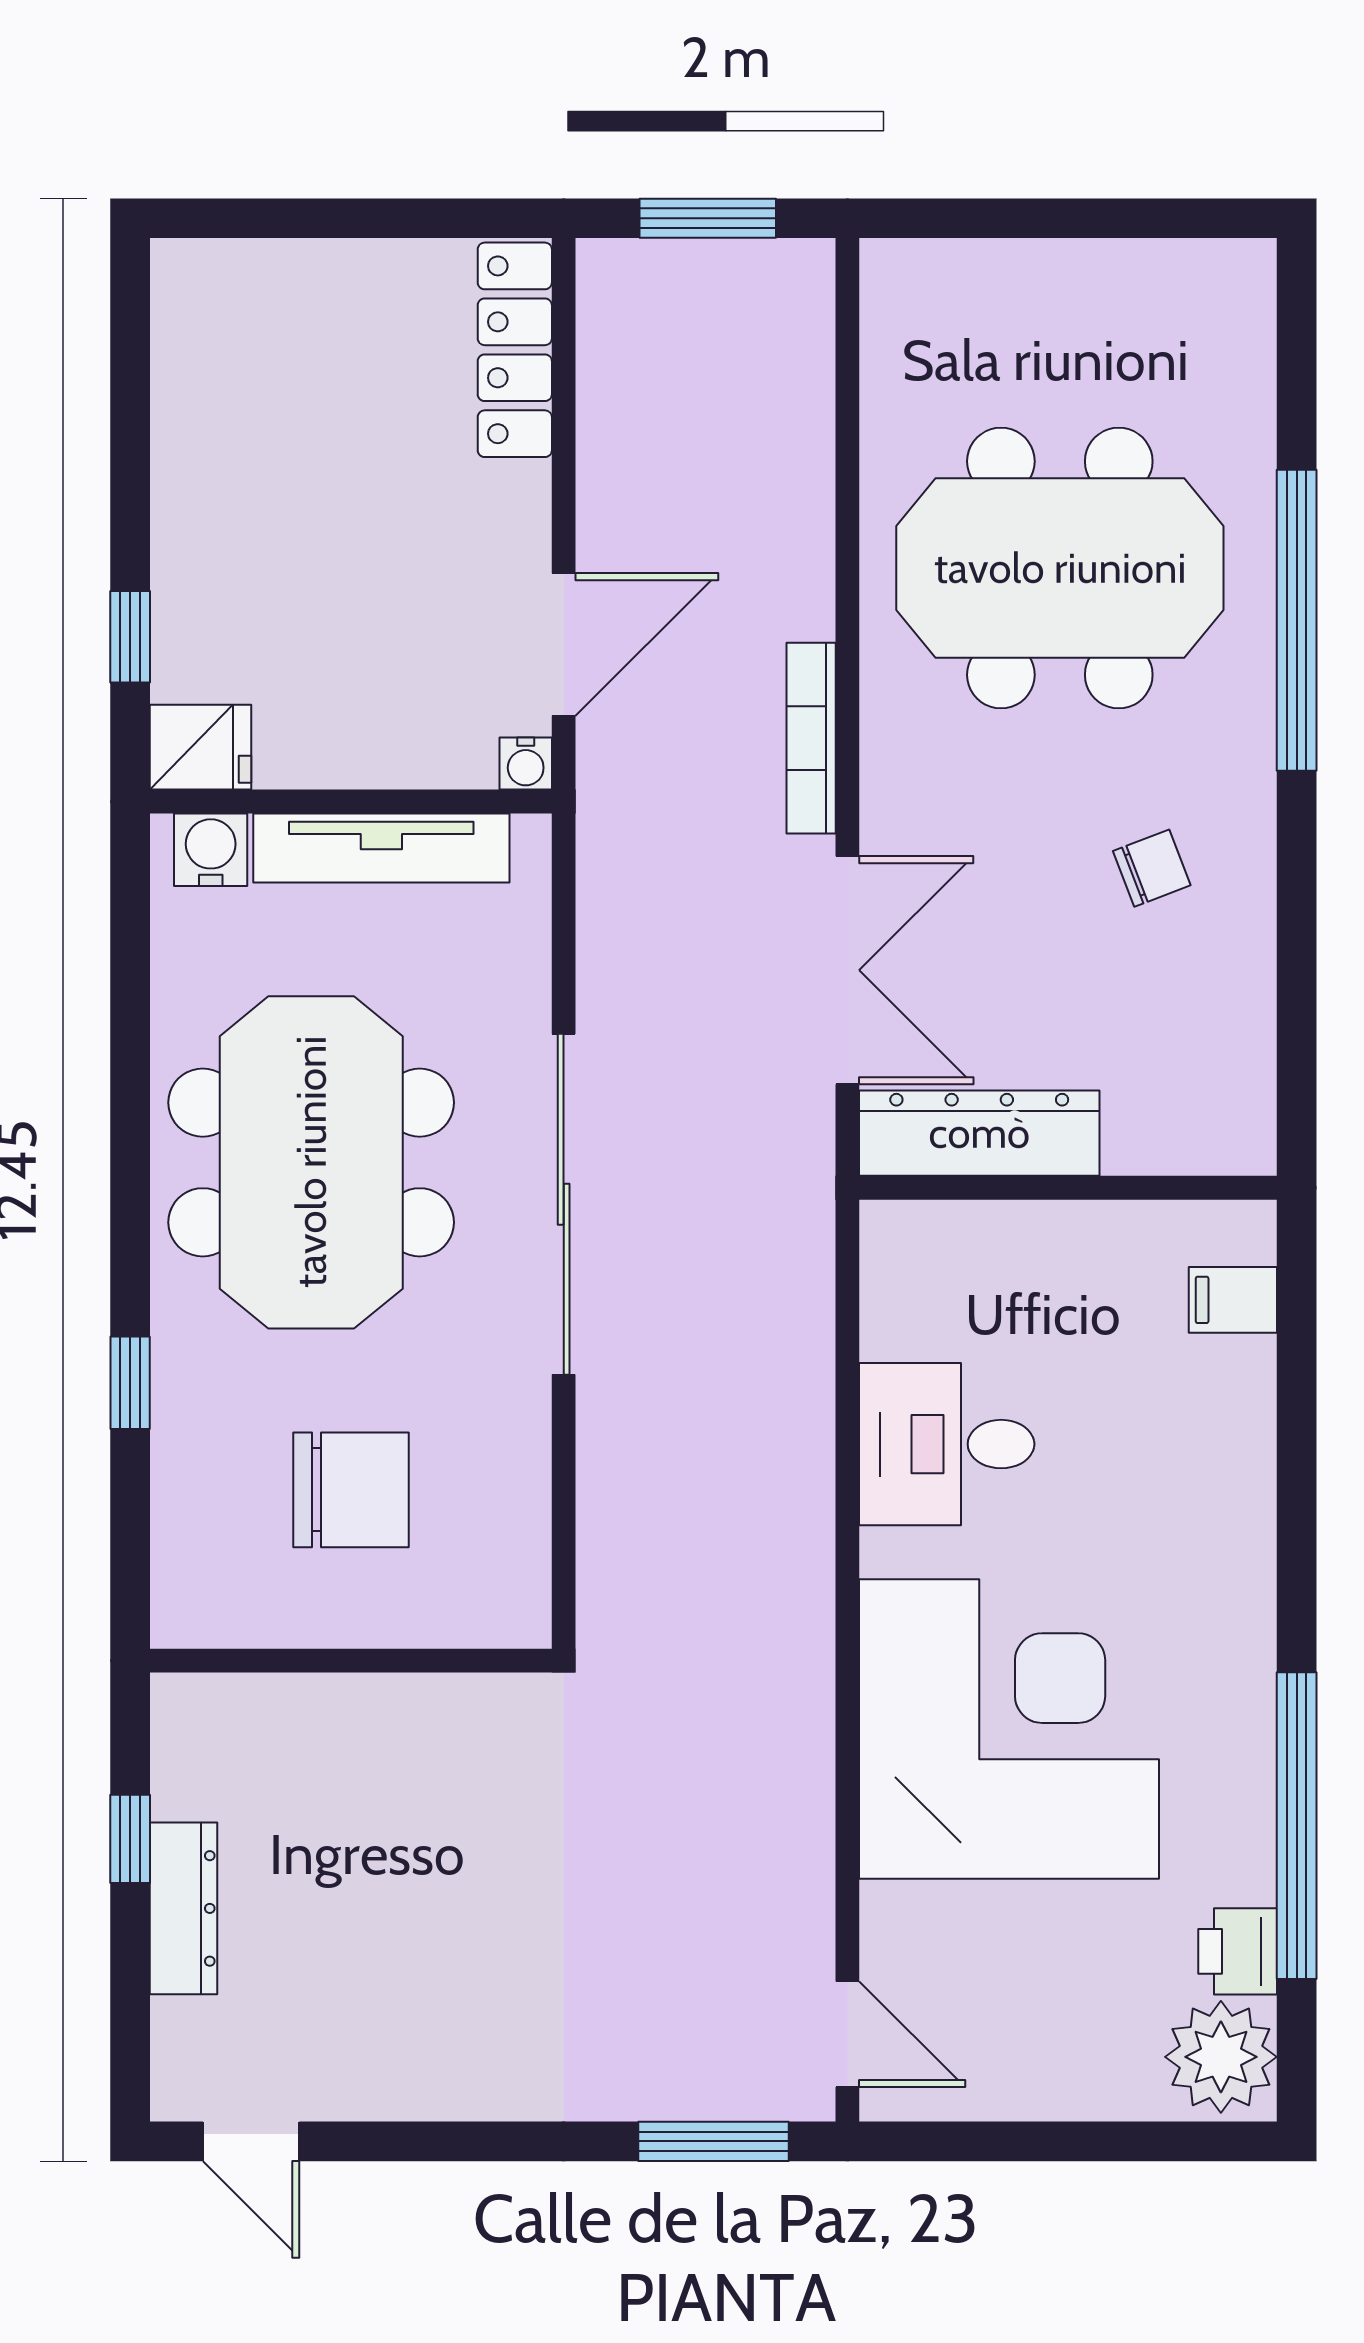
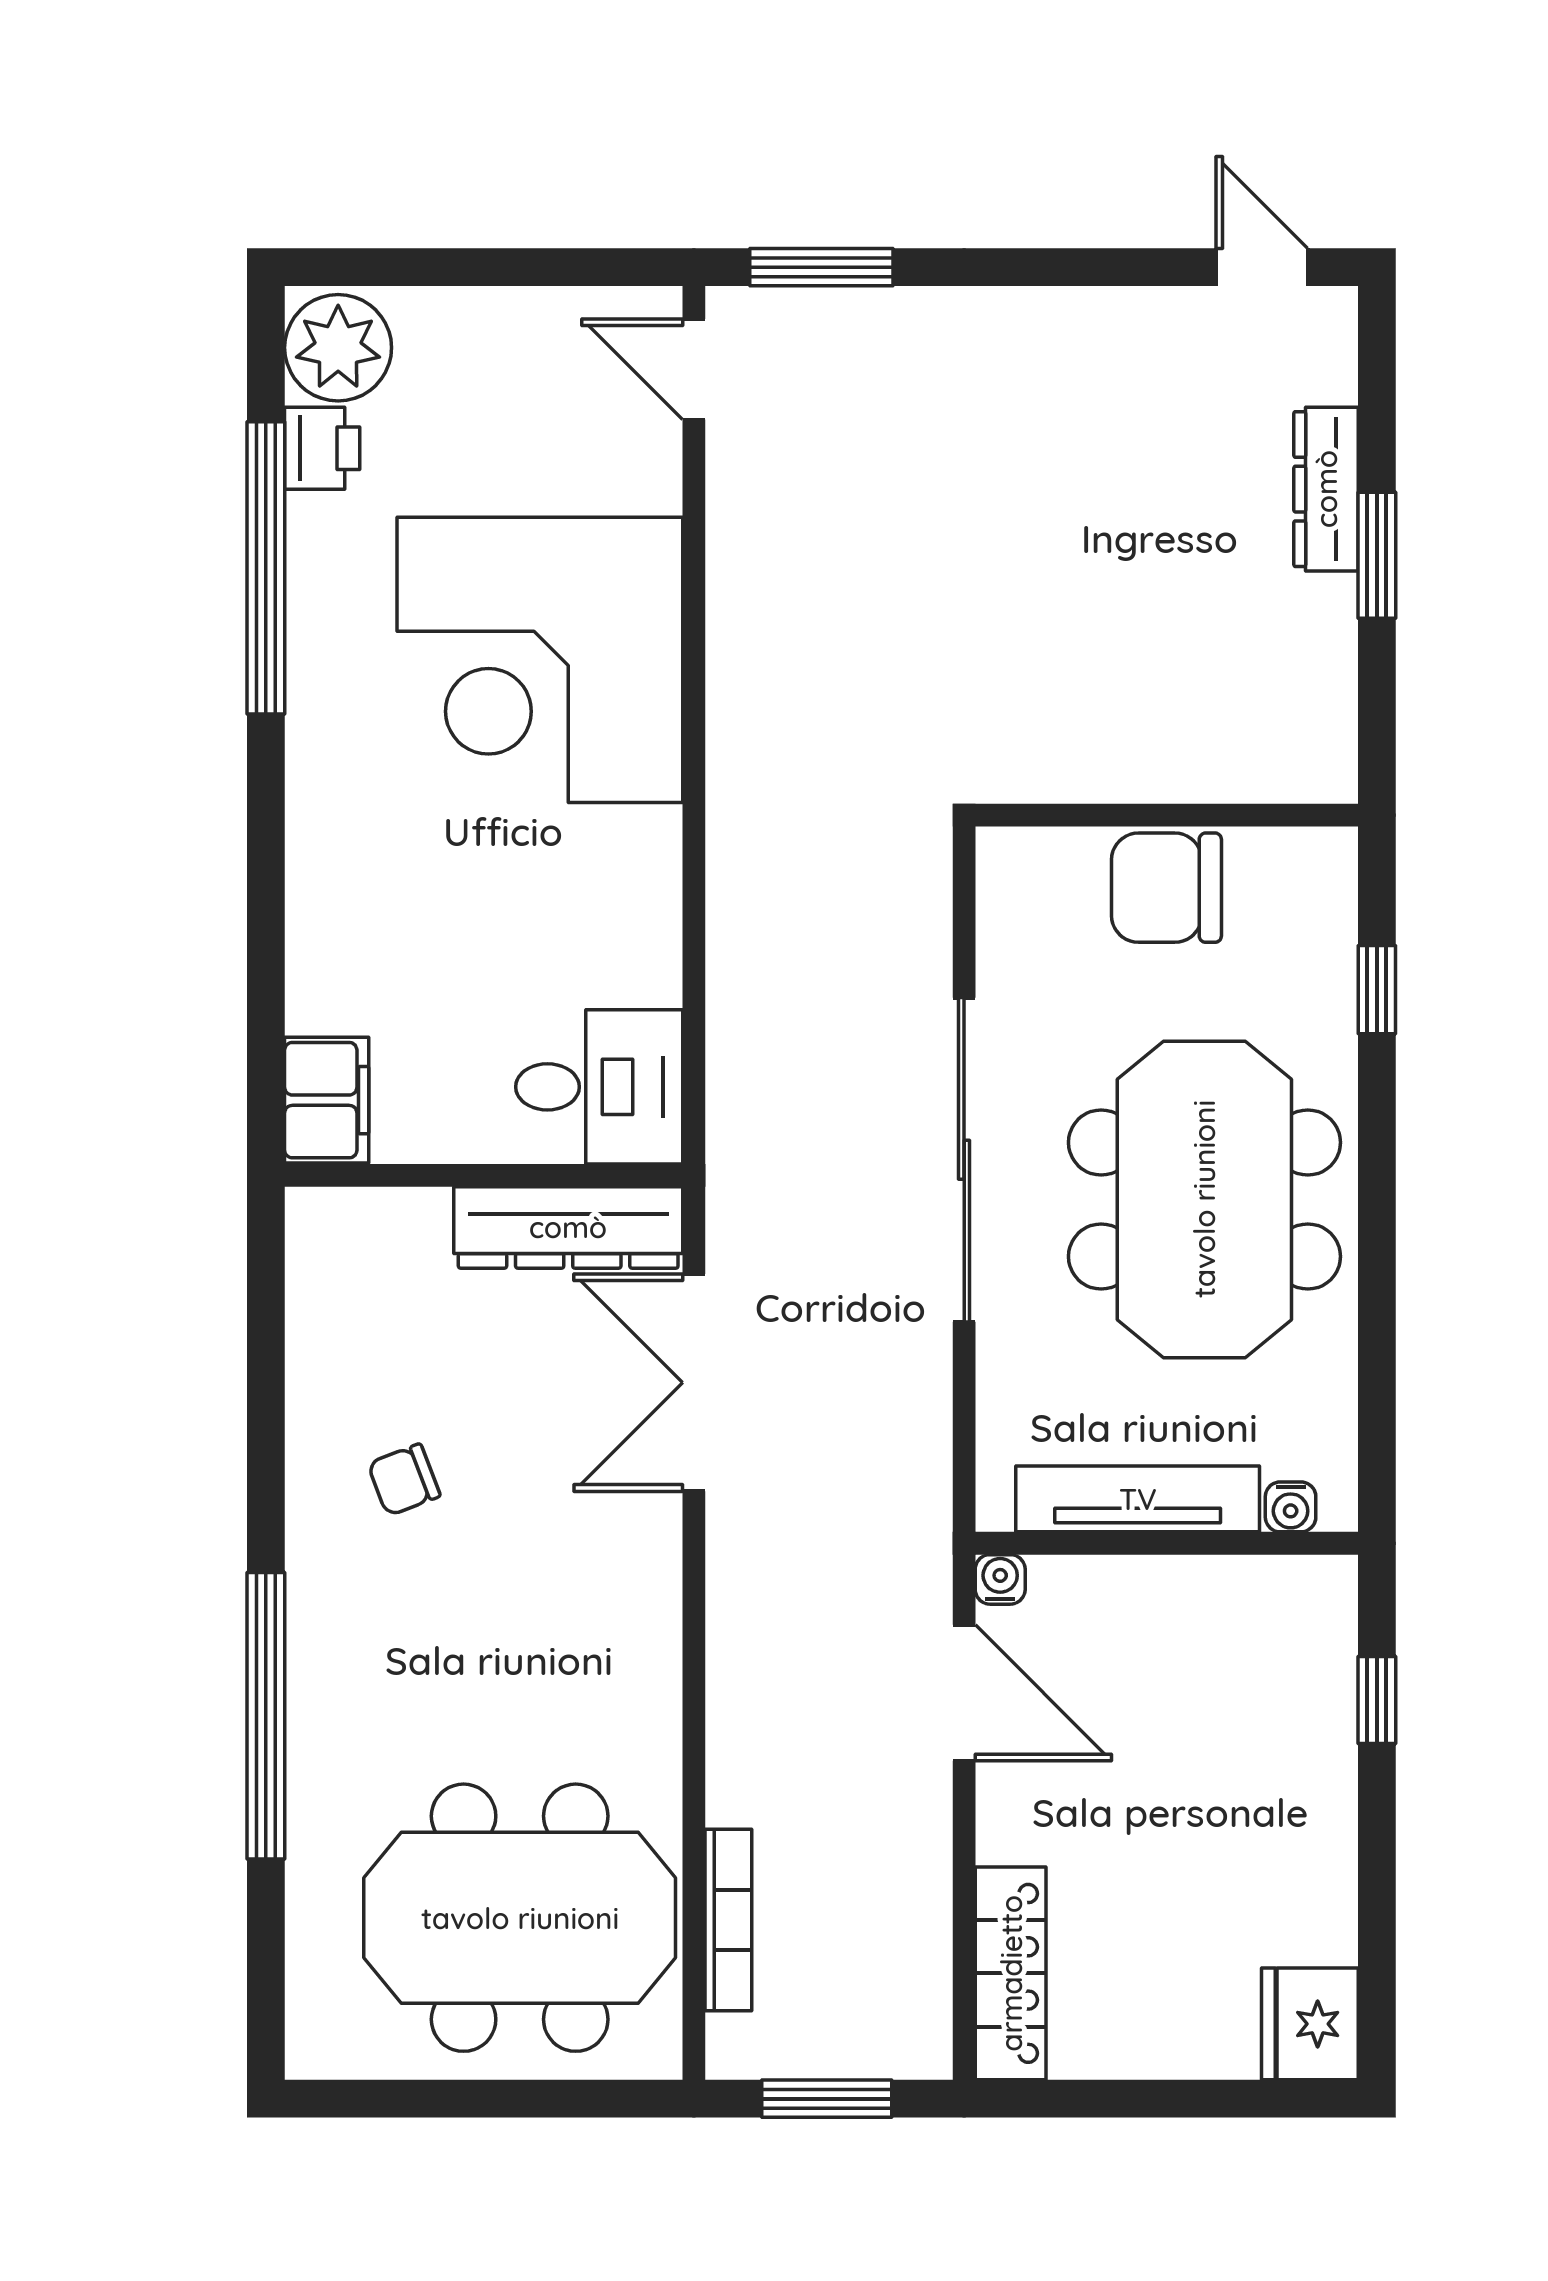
meeting table: (1060, 568) -> (520, 1918), moved
door: (564, 645) -> (964, 1693), swing flipped
bookcase: (811, 738) -> (728, 1920), moved
fridge: (200, 747) -> (1310, 2024), moved, width x1.38
water cooler: (211, 850) -> (1291, 1507), width x0.72, depth x0.72
filing cabinet: (1233, 1300) -> (327, 1100), width x2.00
desk: (947, 1444) -> (599, 1087), moved
wall: (351, 1661) -> (1167, 815), moved
window: (130, 1839) -> (1377, 555), width x1.50

